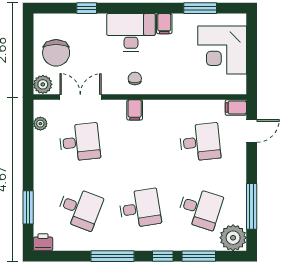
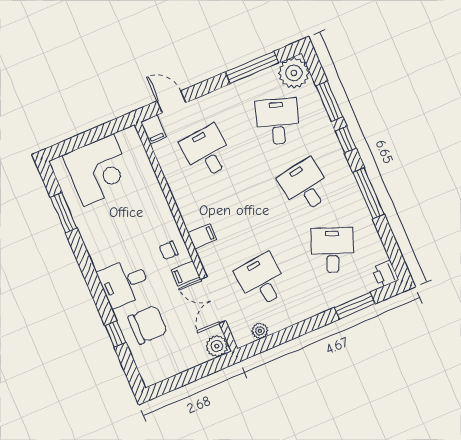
filing cabinet: (164, 24) -> (186, 273), moved, turned 180
desk: (131, 32) -> (124, 283), width x0.73
chair: (56, 53) -> (148, 325), moved

